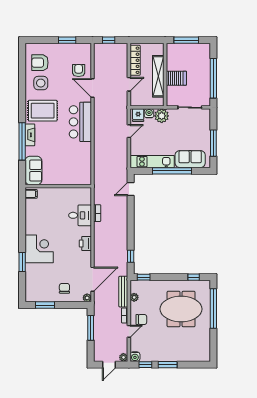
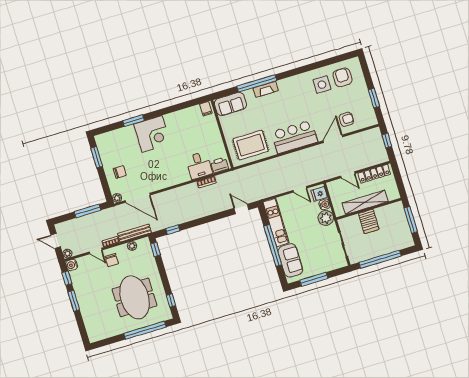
rug: (43, 111) -> (251, 145), moved, turned 90
printer: (85, 243) -> (219, 165), moved

